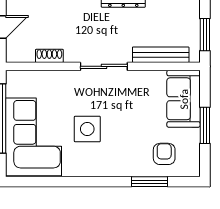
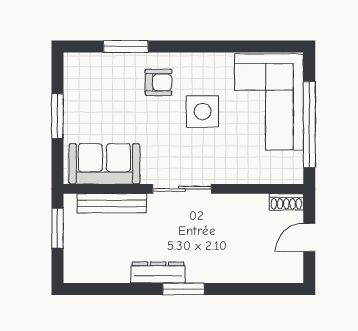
shoe rack: (49, 56) -> (286, 202), moved
sofa: (184, 99) -> (104, 164), moved, turned -90
armchair: (164, 154) -> (159, 82), moved, turned -90

